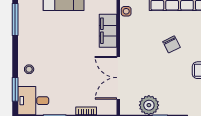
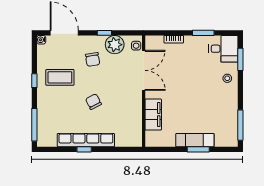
side table: (126, 11) -> (136, 46), moved
chair: (172, 89) -> (93, 59), added

